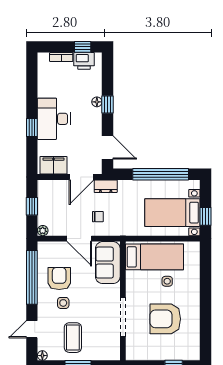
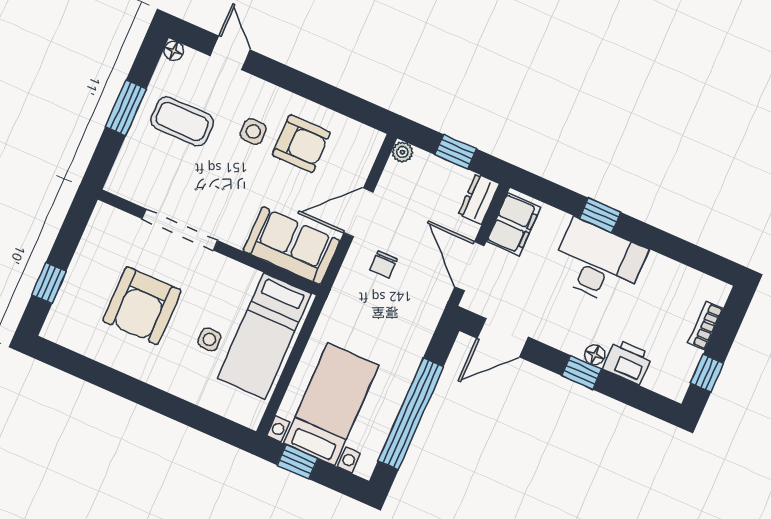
printer: (84, 61) -> (627, 362), moved, turned 90
dresser: (106, 186) -> (479, 199), moved
window: (32, 277) -> (325, 95), removed
armchair: (165, 319) -> (142, 306), turned 180

